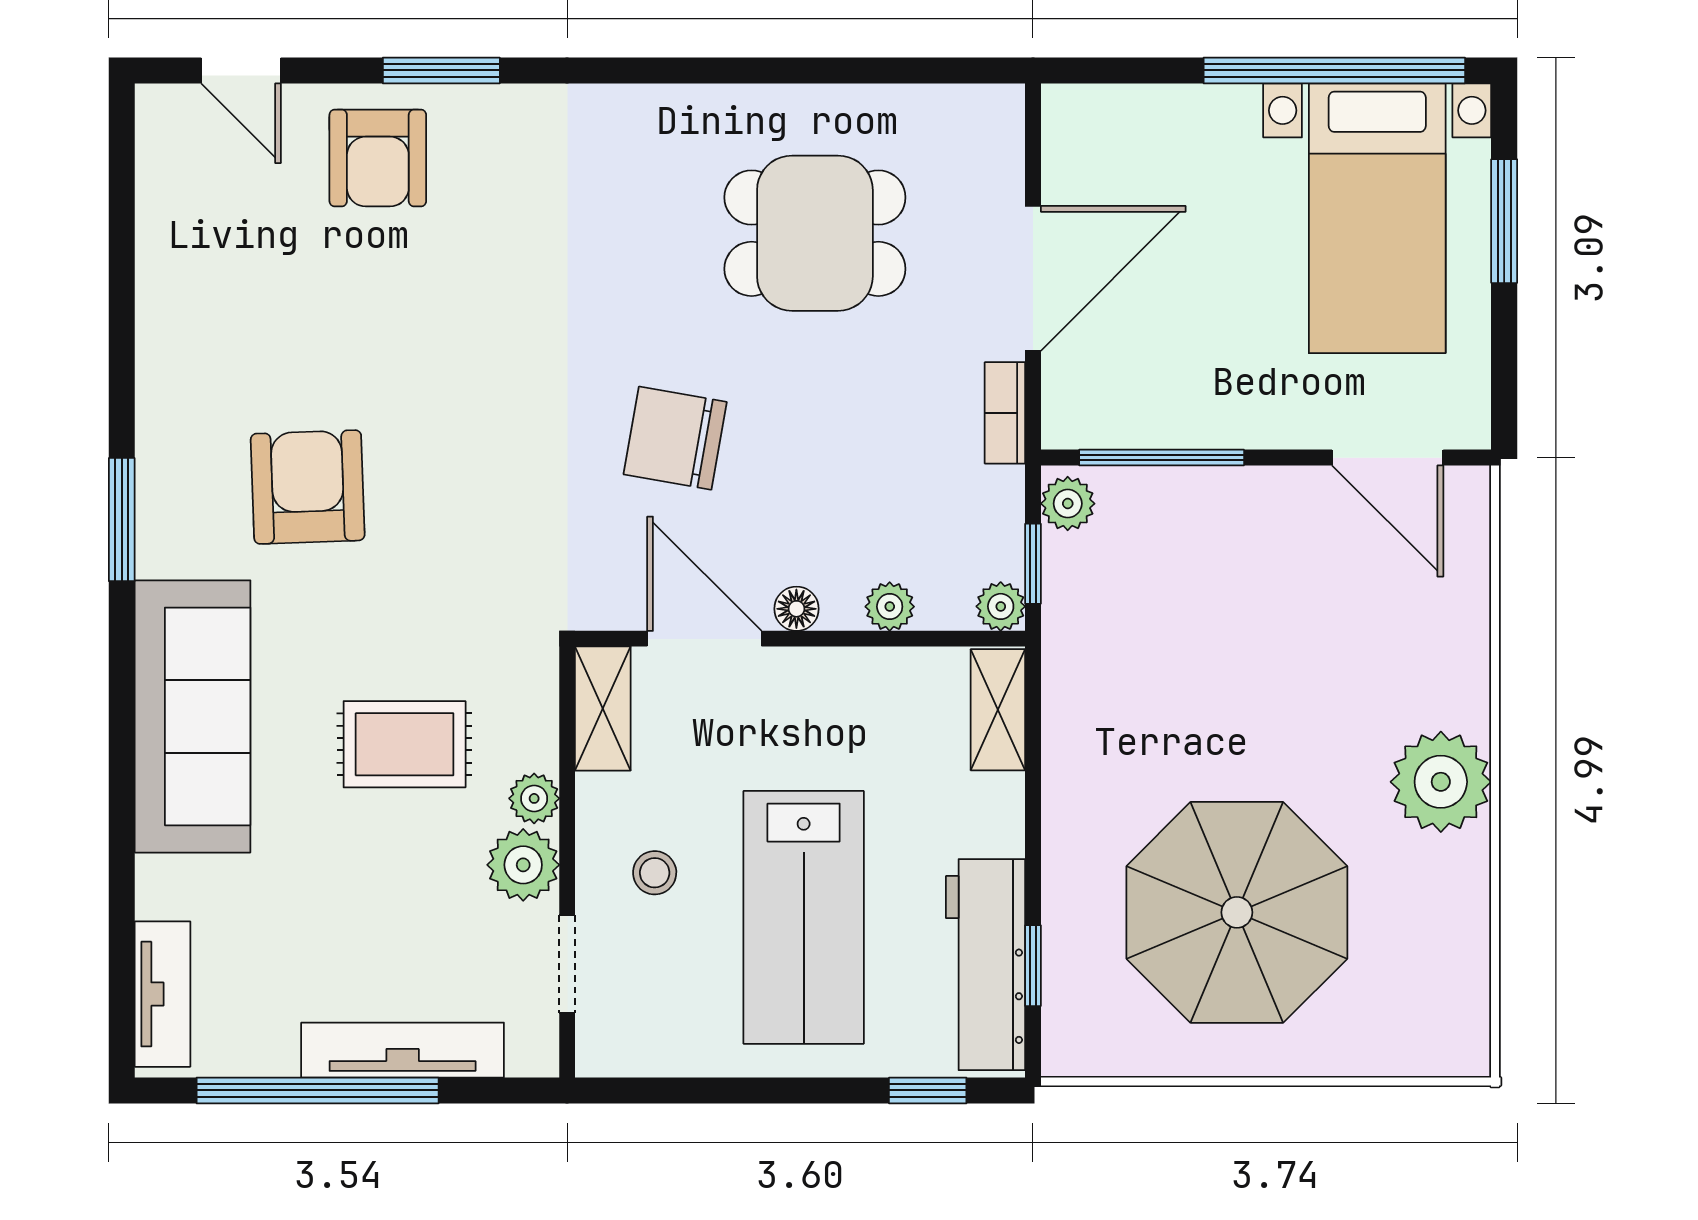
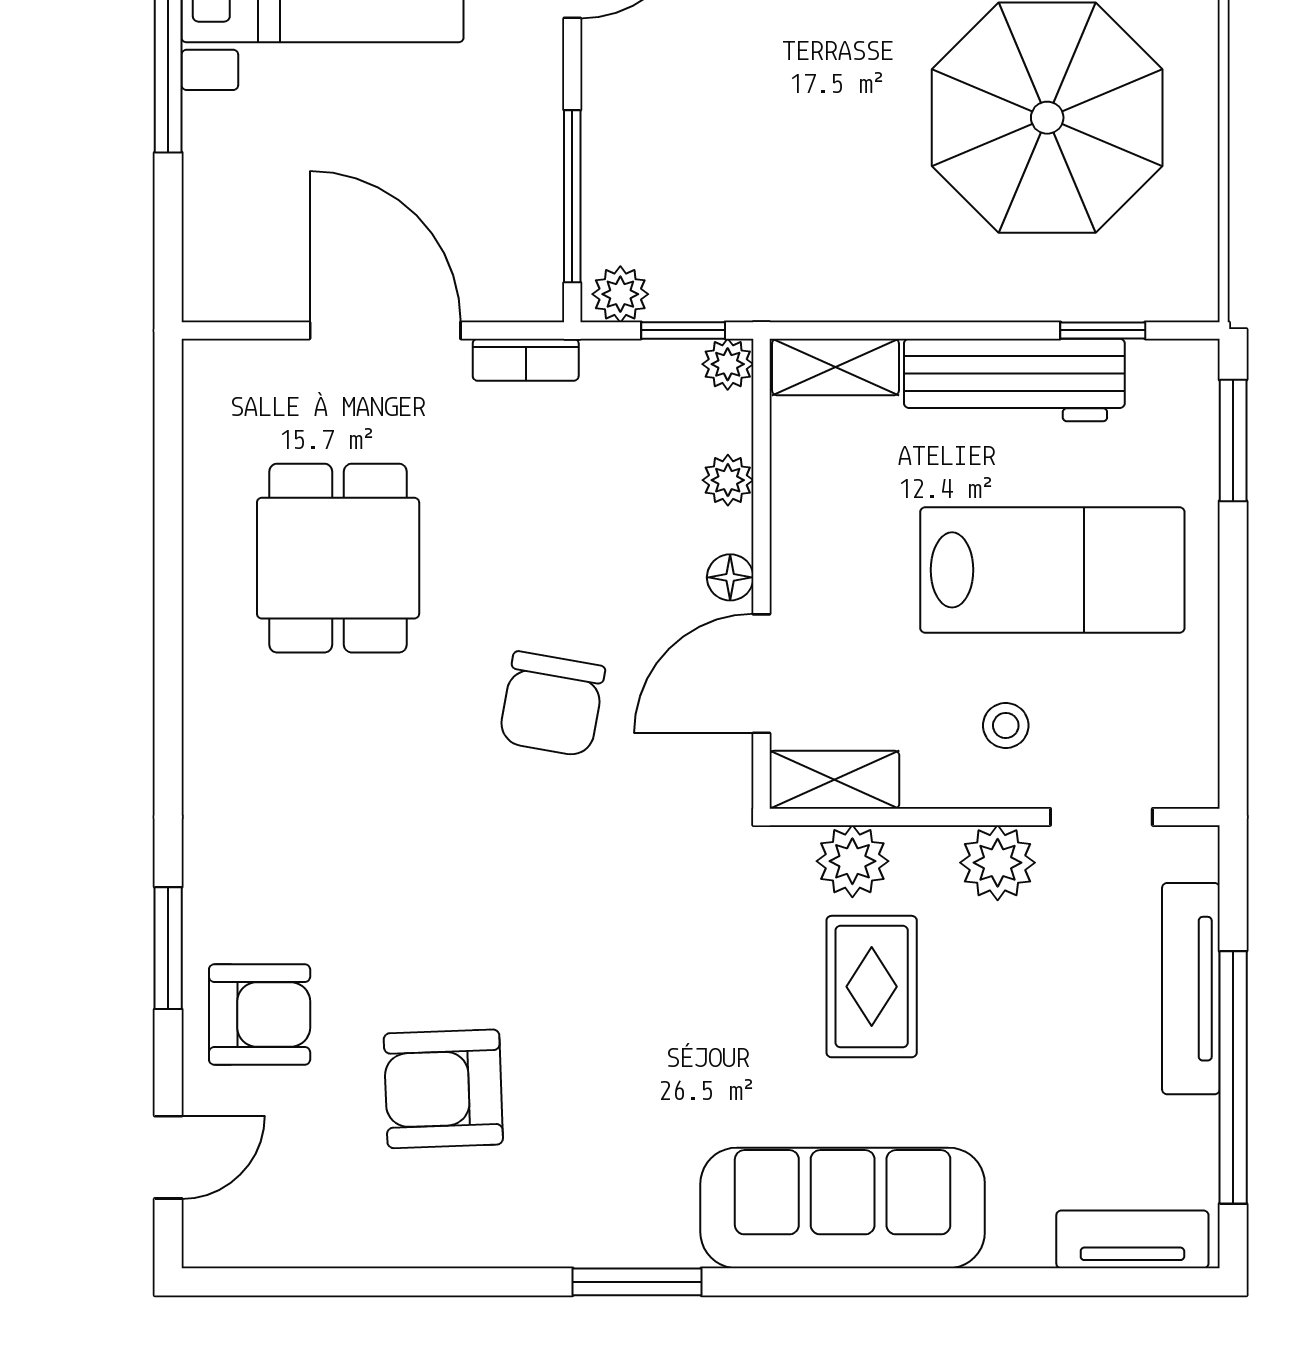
armchair: (308, 487) -> (443, 1089), moved
plant: (534, 798) -> (852, 861), moved, width x1.38, depth x1.38
workbench: (986, 965) -> (1014, 380), moved
window: (928, 1090) -> (1233, 440), width x1.50

